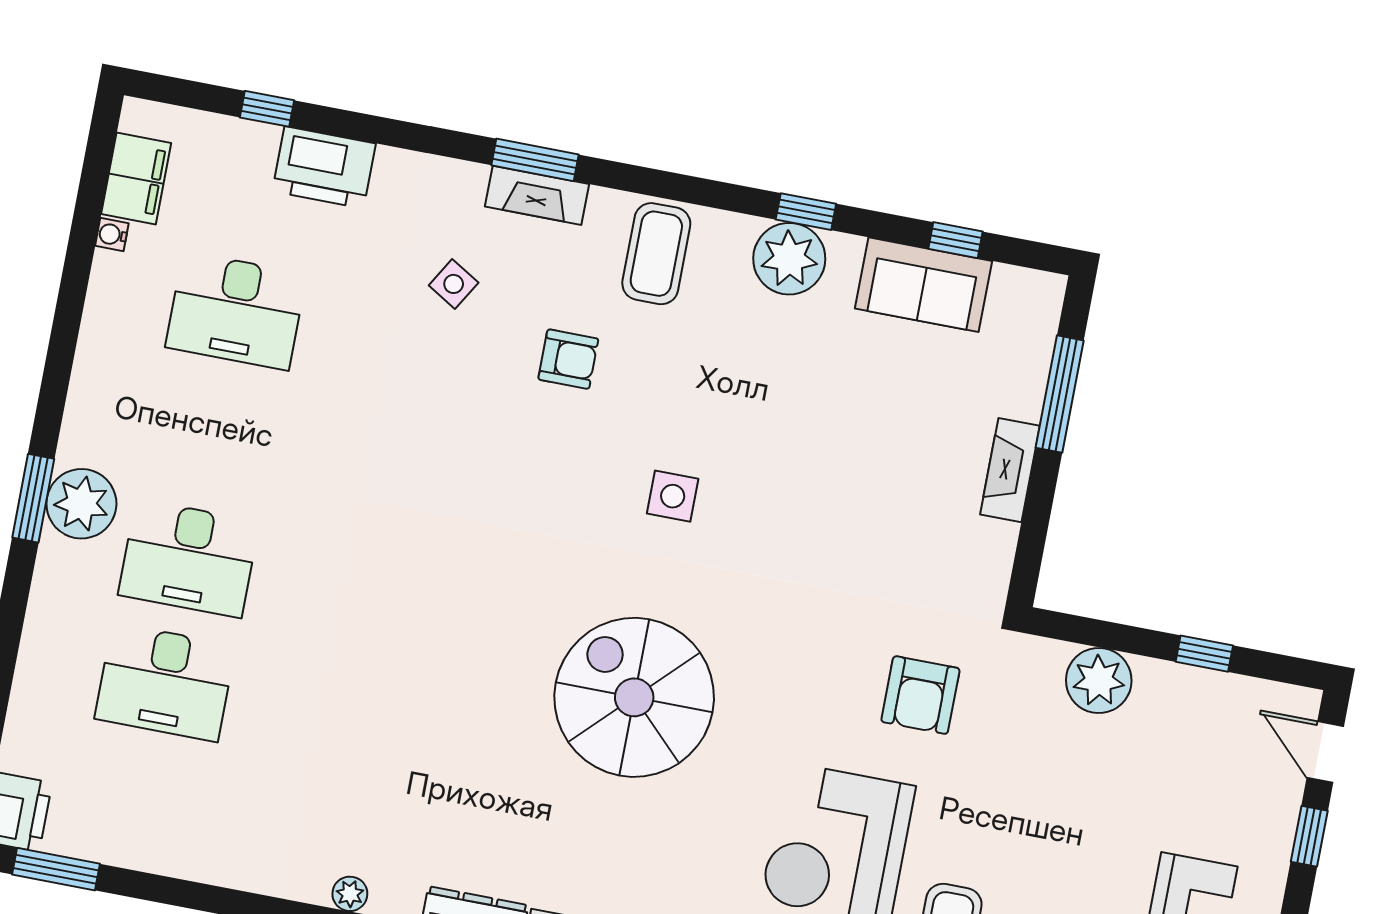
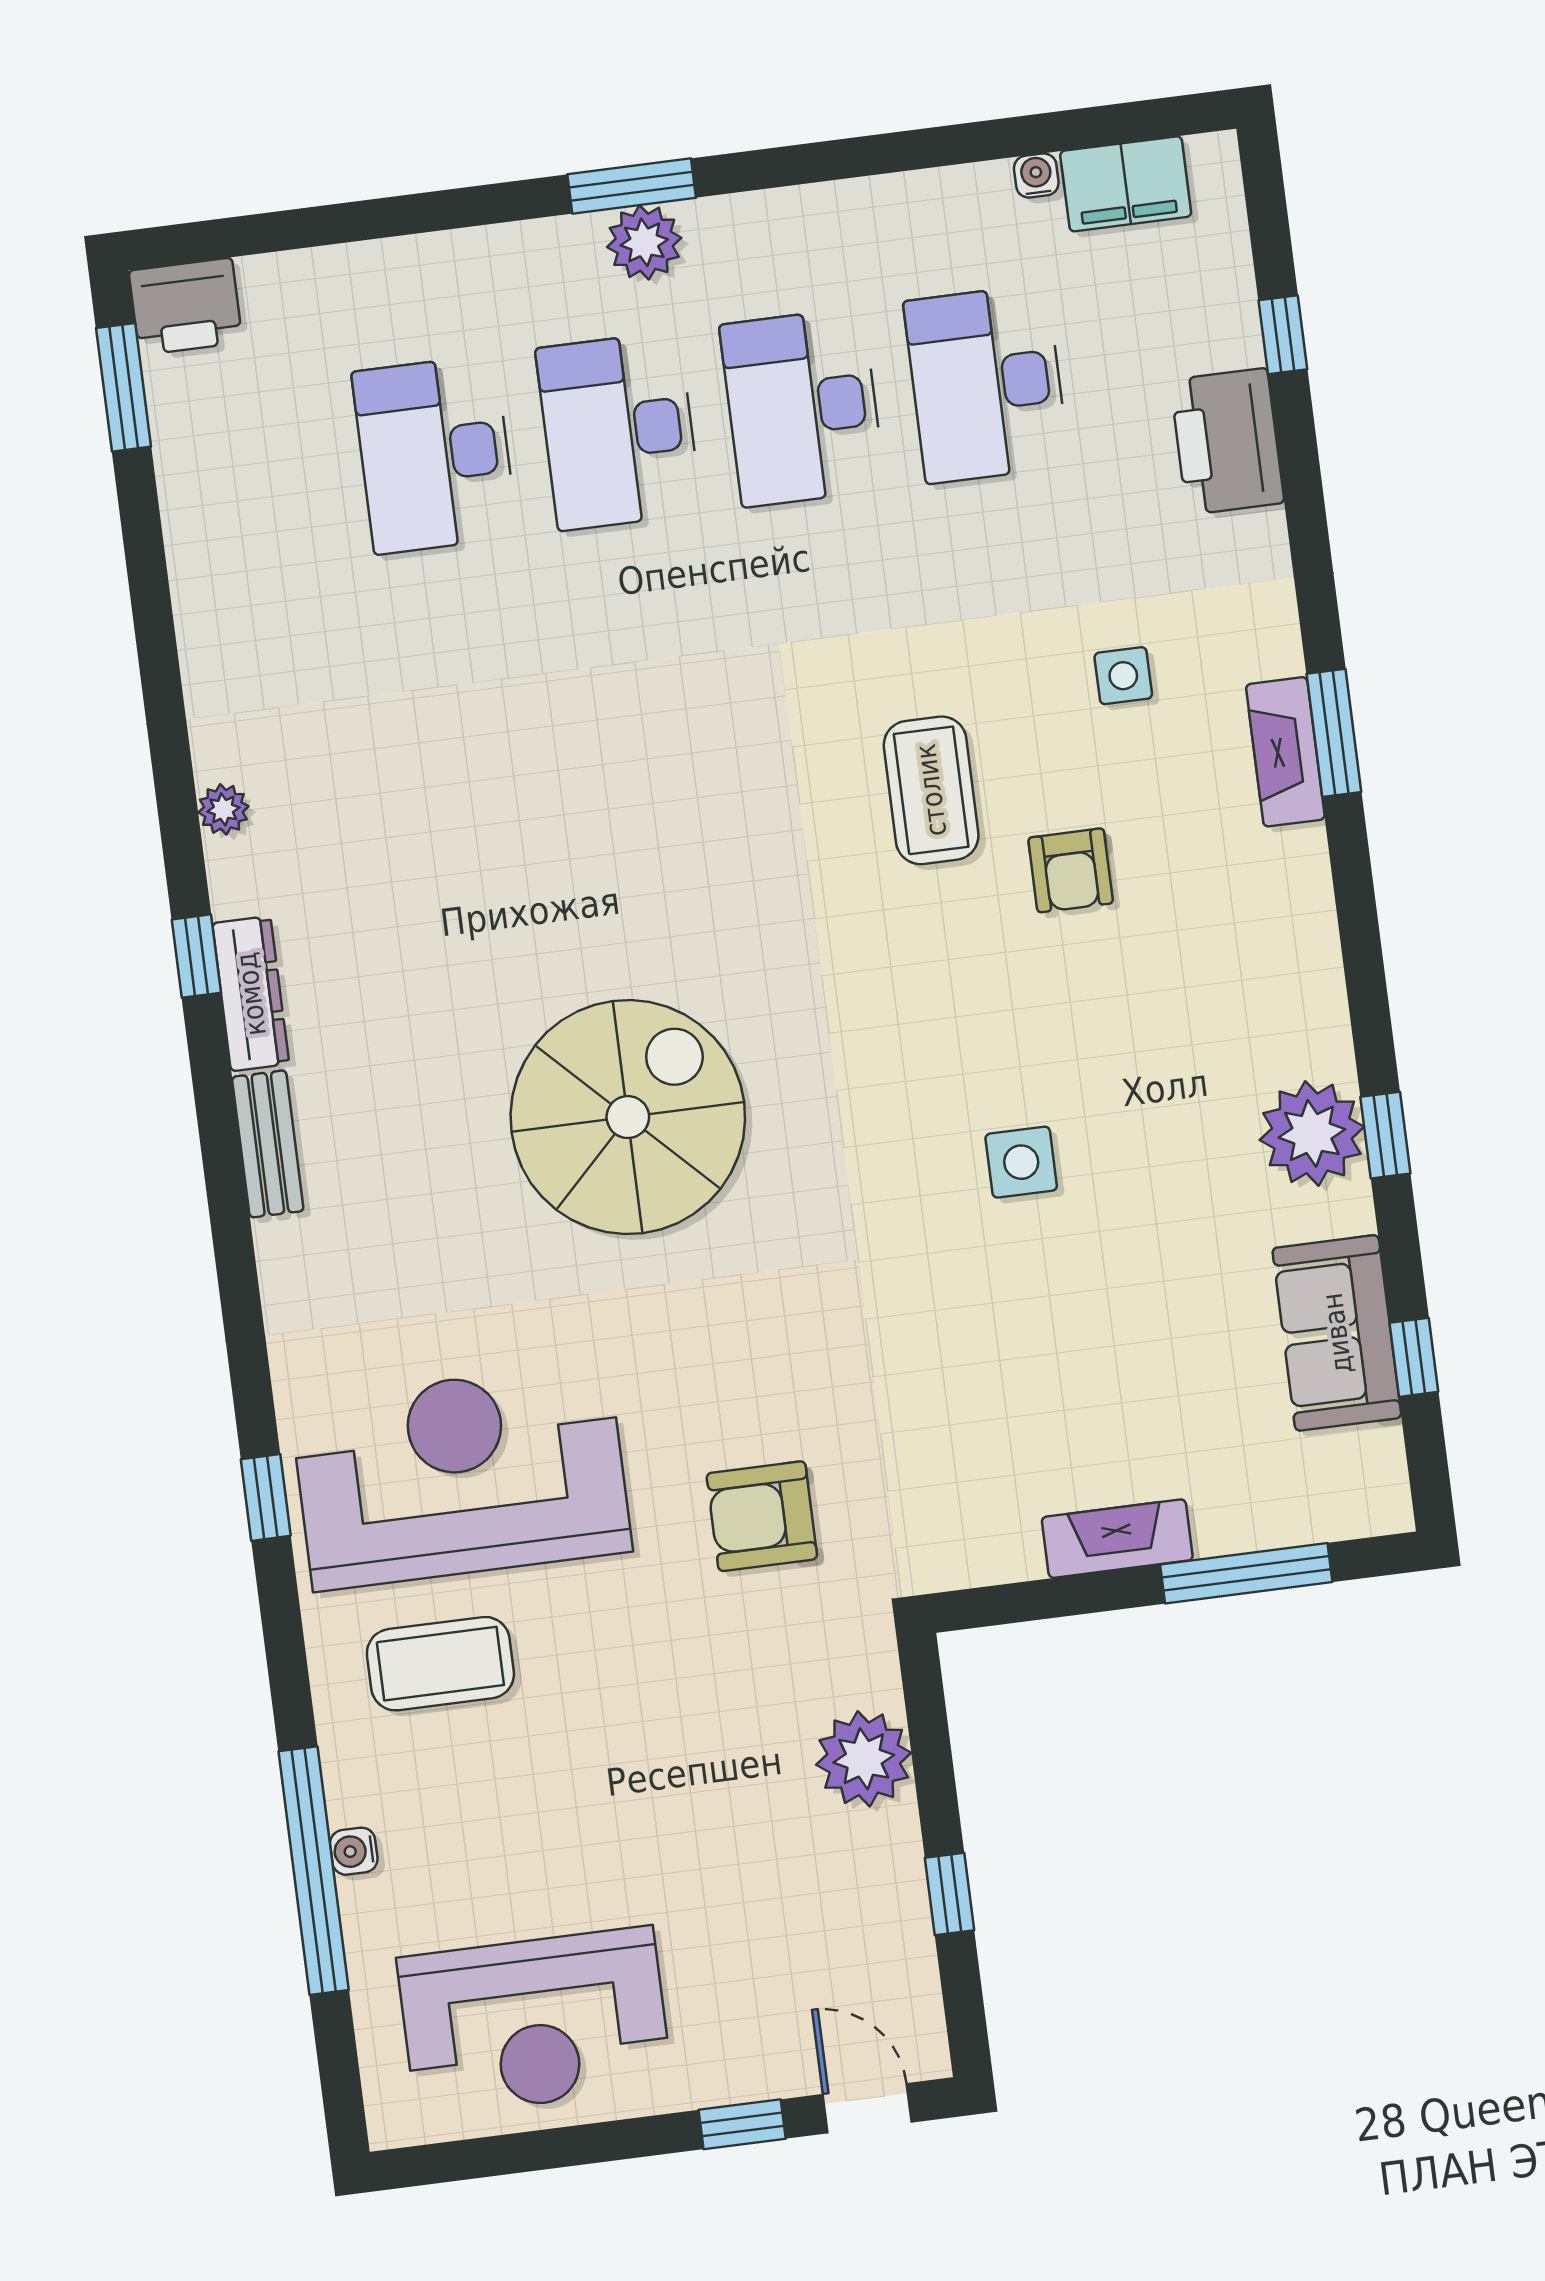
coffee table: (656, 254) -> (931, 790), moved, turned 90
side table: (454, 284) -> (1123, 676), turned -31
desk: (212, 435) -> (803, 407), added
side table: (673, 496) -> (1021, 1162), moved
plant: (81, 504) -> (644, 242), width x0.73, depth x0.73
door: (1325, 752) -> (867, 2108), hinge flipped

